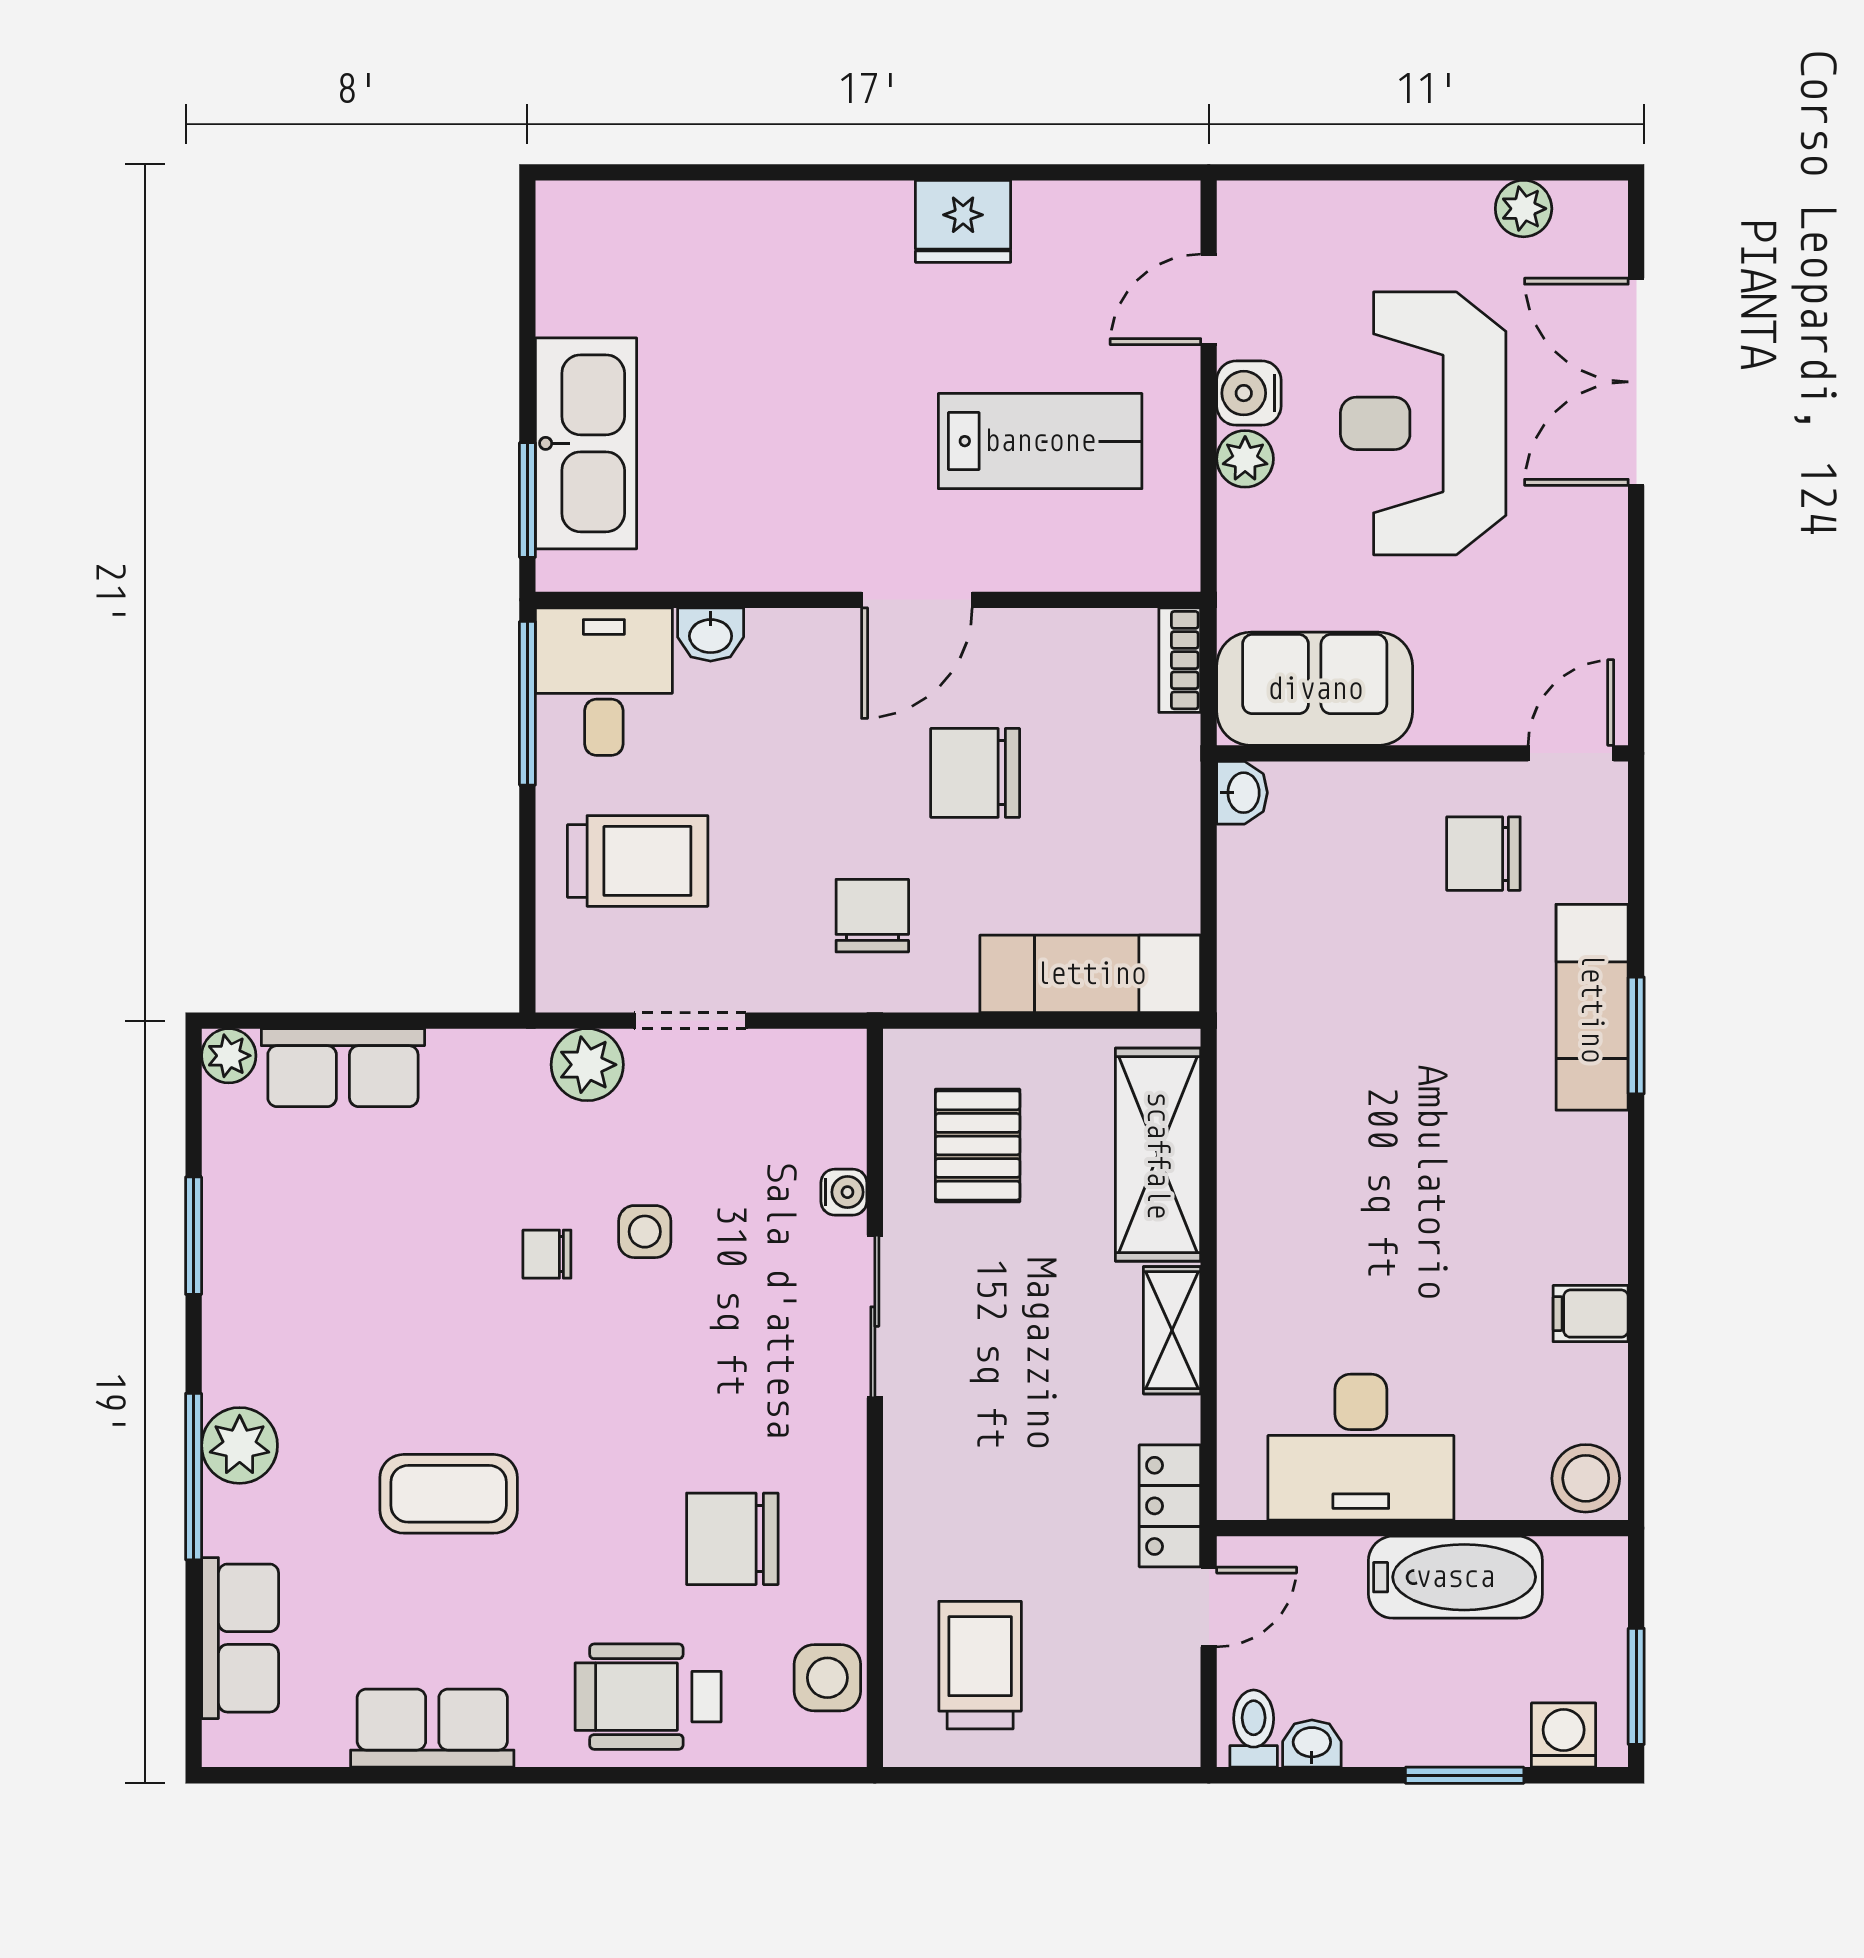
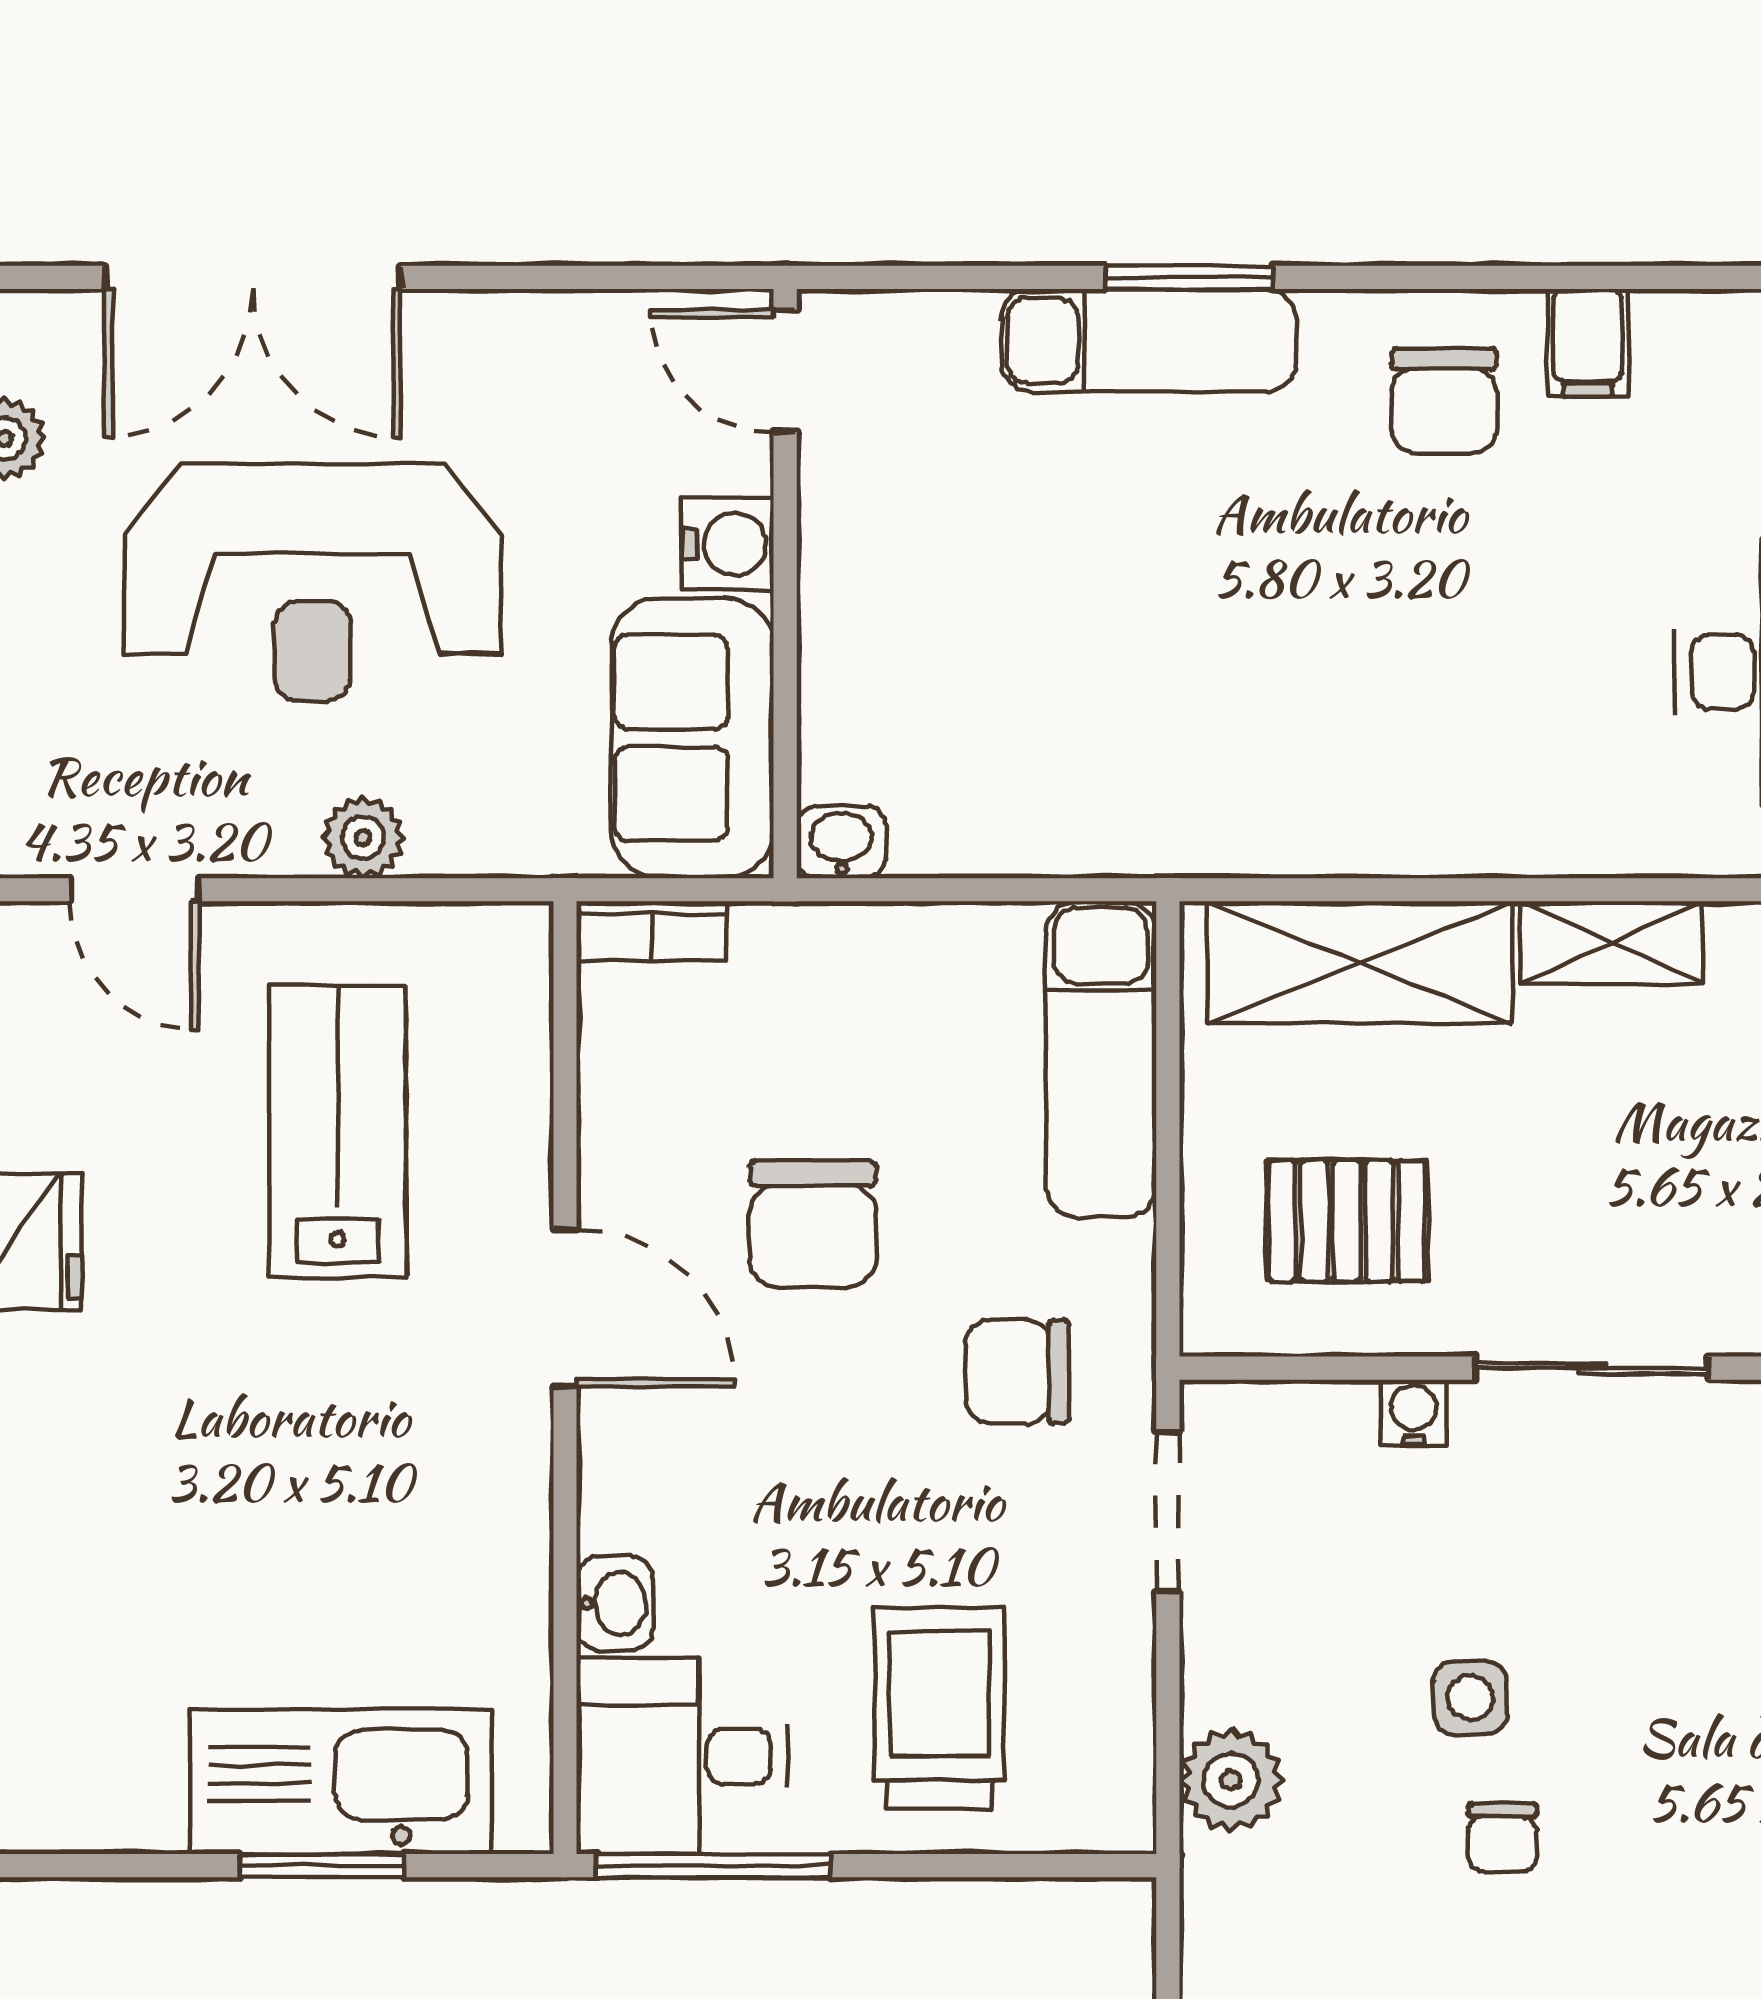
water cooler: (1249, 393) -> (727, 544), moved, turned -90
window: (527, 500) -> (322, 1866), moved
chair: (1483, 854) -> (1444, 401), moved
doorway: (690, 1021) -> (1168, 1511), moved

